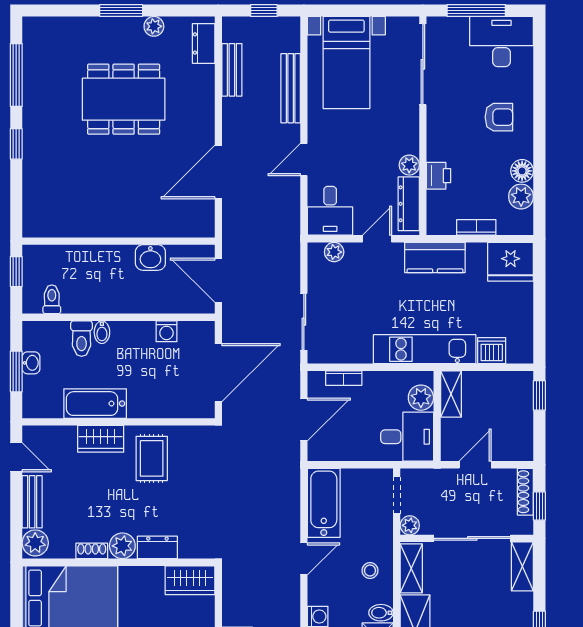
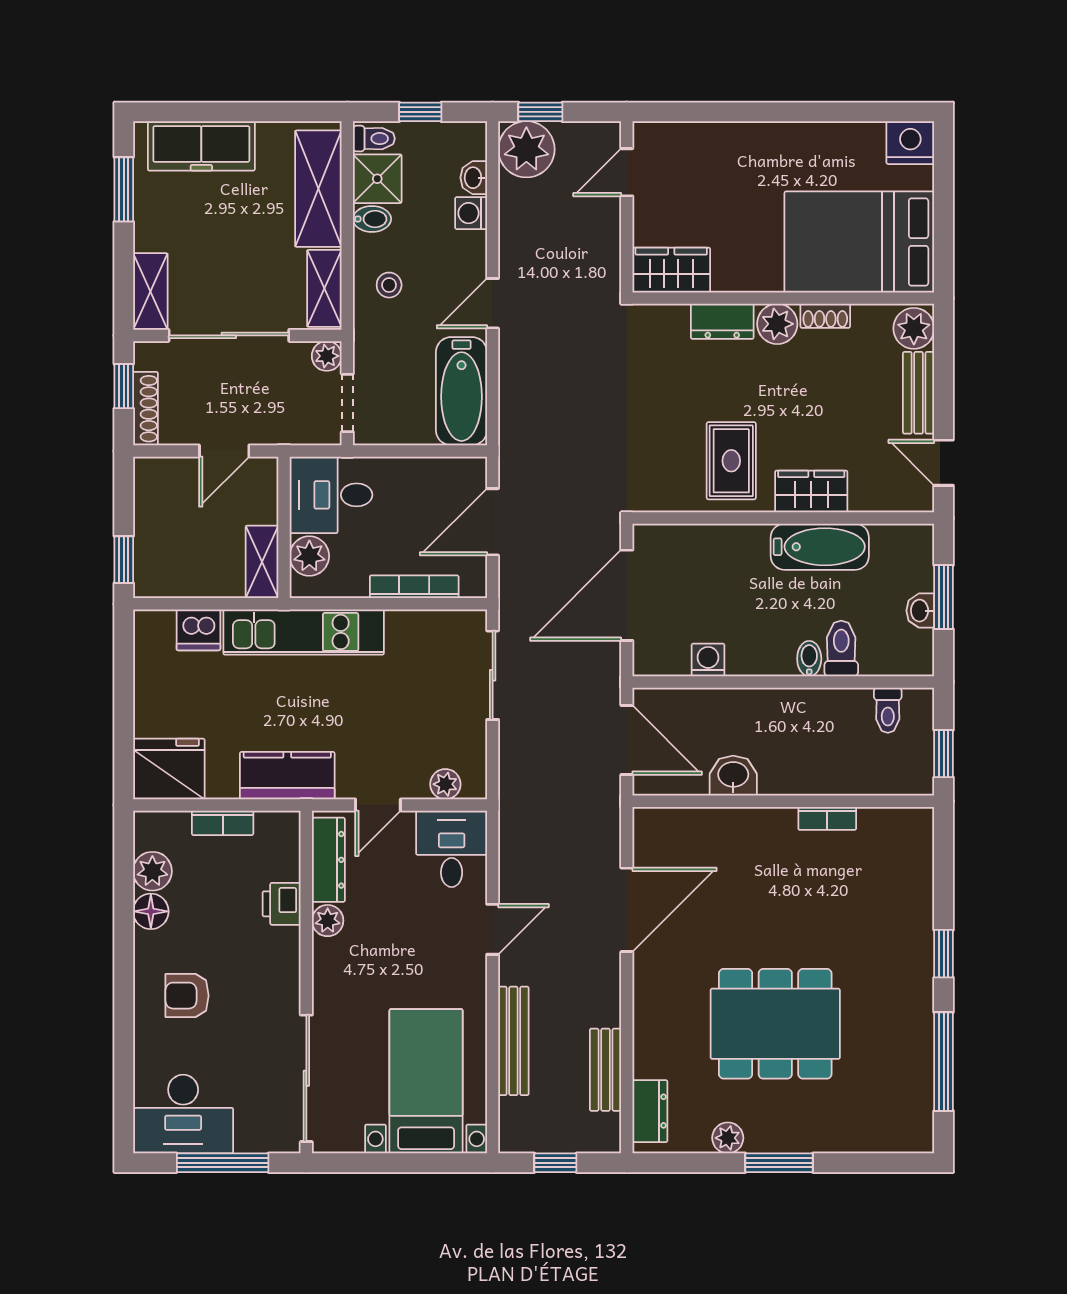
bookcase: (90, 230) -> (827, 818), added
bookcase: (344, 378) -> (414, 587), width x1.56

